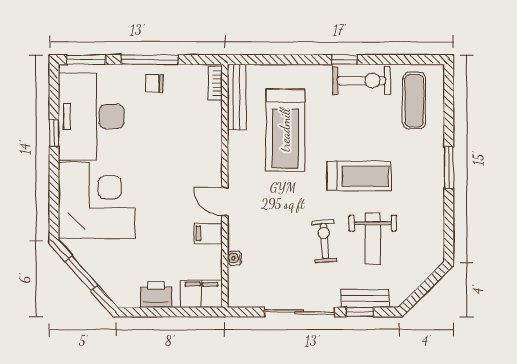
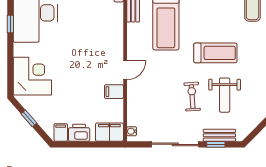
corner desk: (97, 200) -> (32, 76), width x0.74, depth x0.74
door: (225, 202) -> (125, 70), swing flipped
water cooler: (234, 258) -> (132, 131), moved
window: (81, 273) -> (29, 118), width x0.67
filing cabinet: (129, 294) -> (61, 132), added

